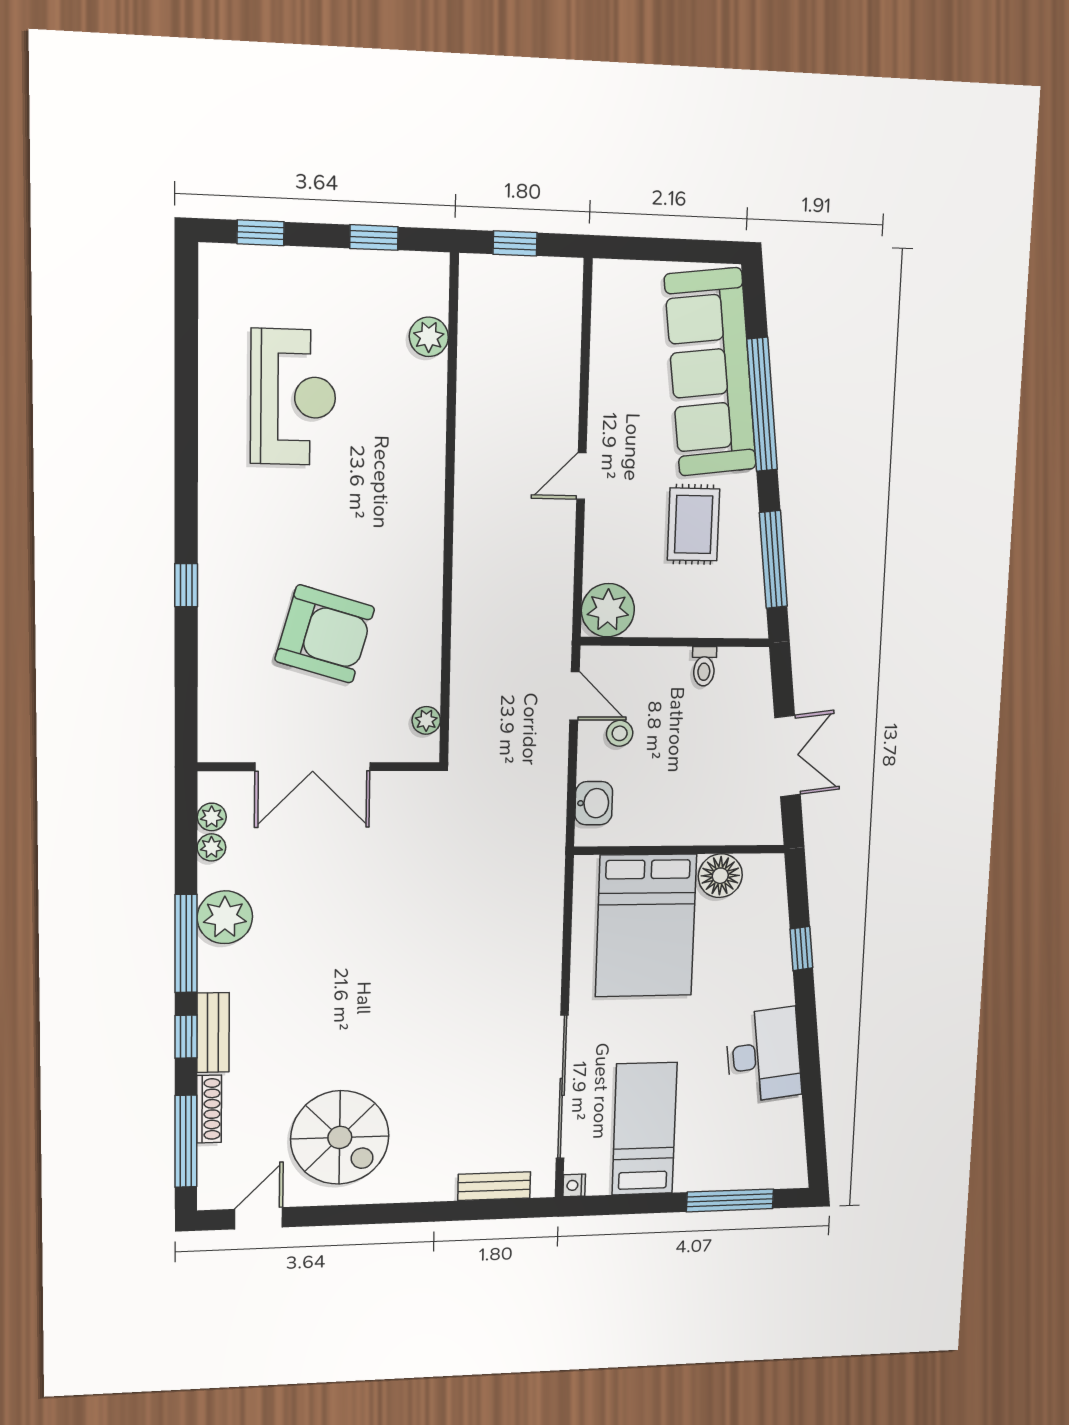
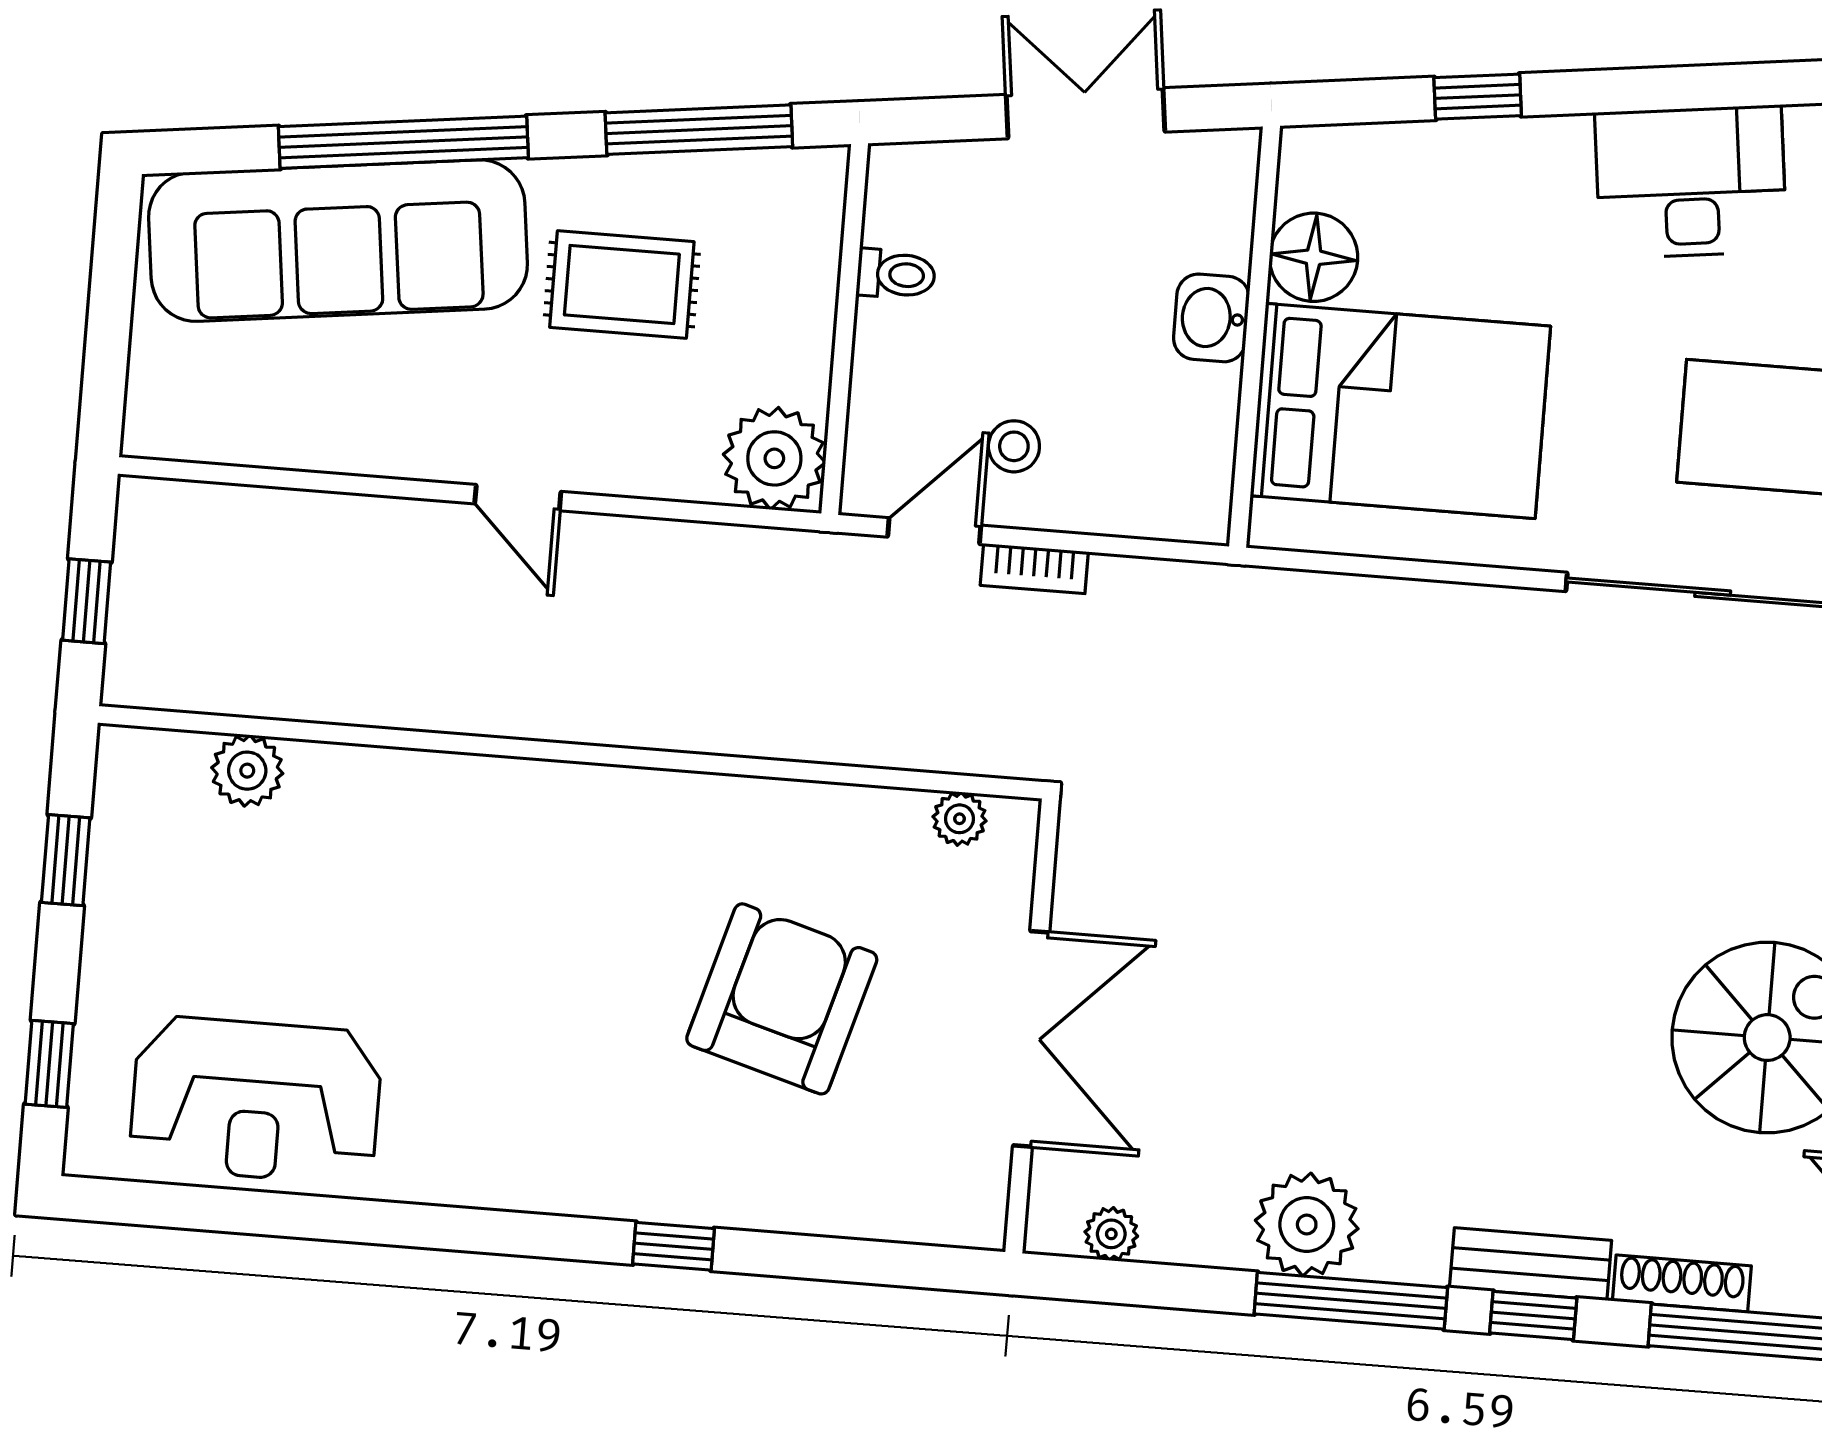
reception desk: (293, 397) -> (256, 1100), moved, turned 180
bookcase: (558, 749) -> (1034, 569), added
washbasin: (594, 803) -> (1211, 318), moved, turned -90
plant: (211, 847) -> (1170, 1239), removed

